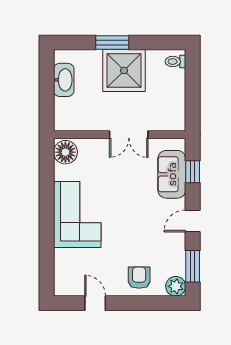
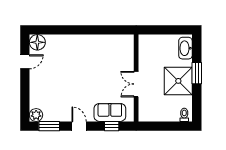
washbasin: (64, 80) -> (185, 48), moved, turned 90
floor lamp: (65, 152) -> (37, 42), moved
corner sofa: (77, 215) -> (83, 50), removed
armchair: (139, 278) -> (42, 91), removed

